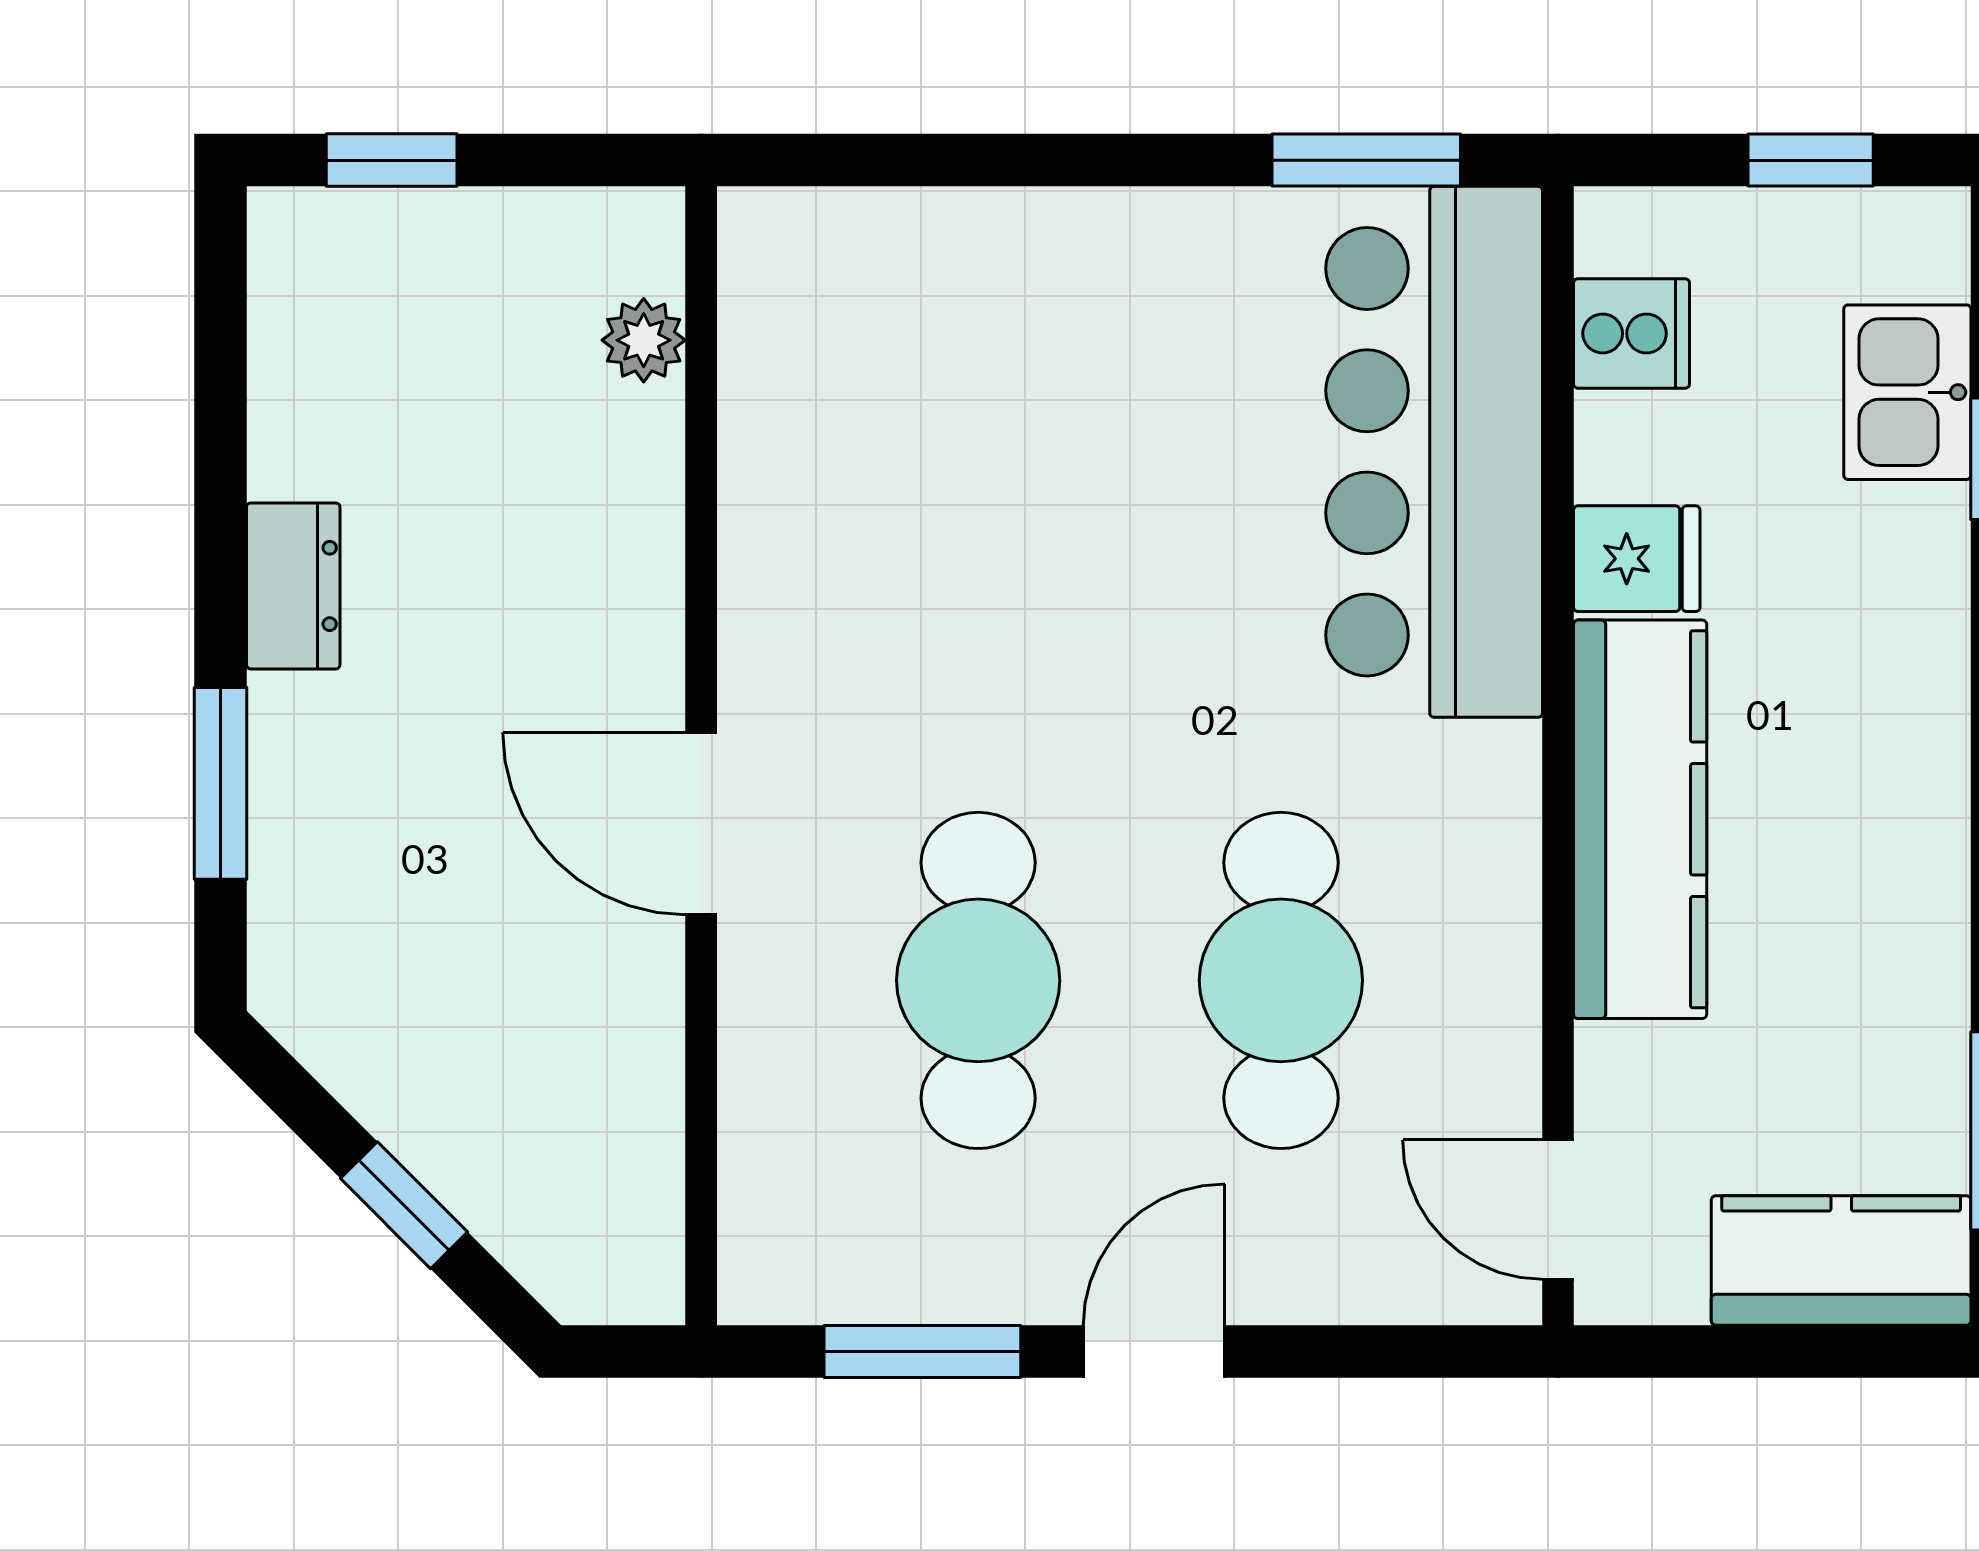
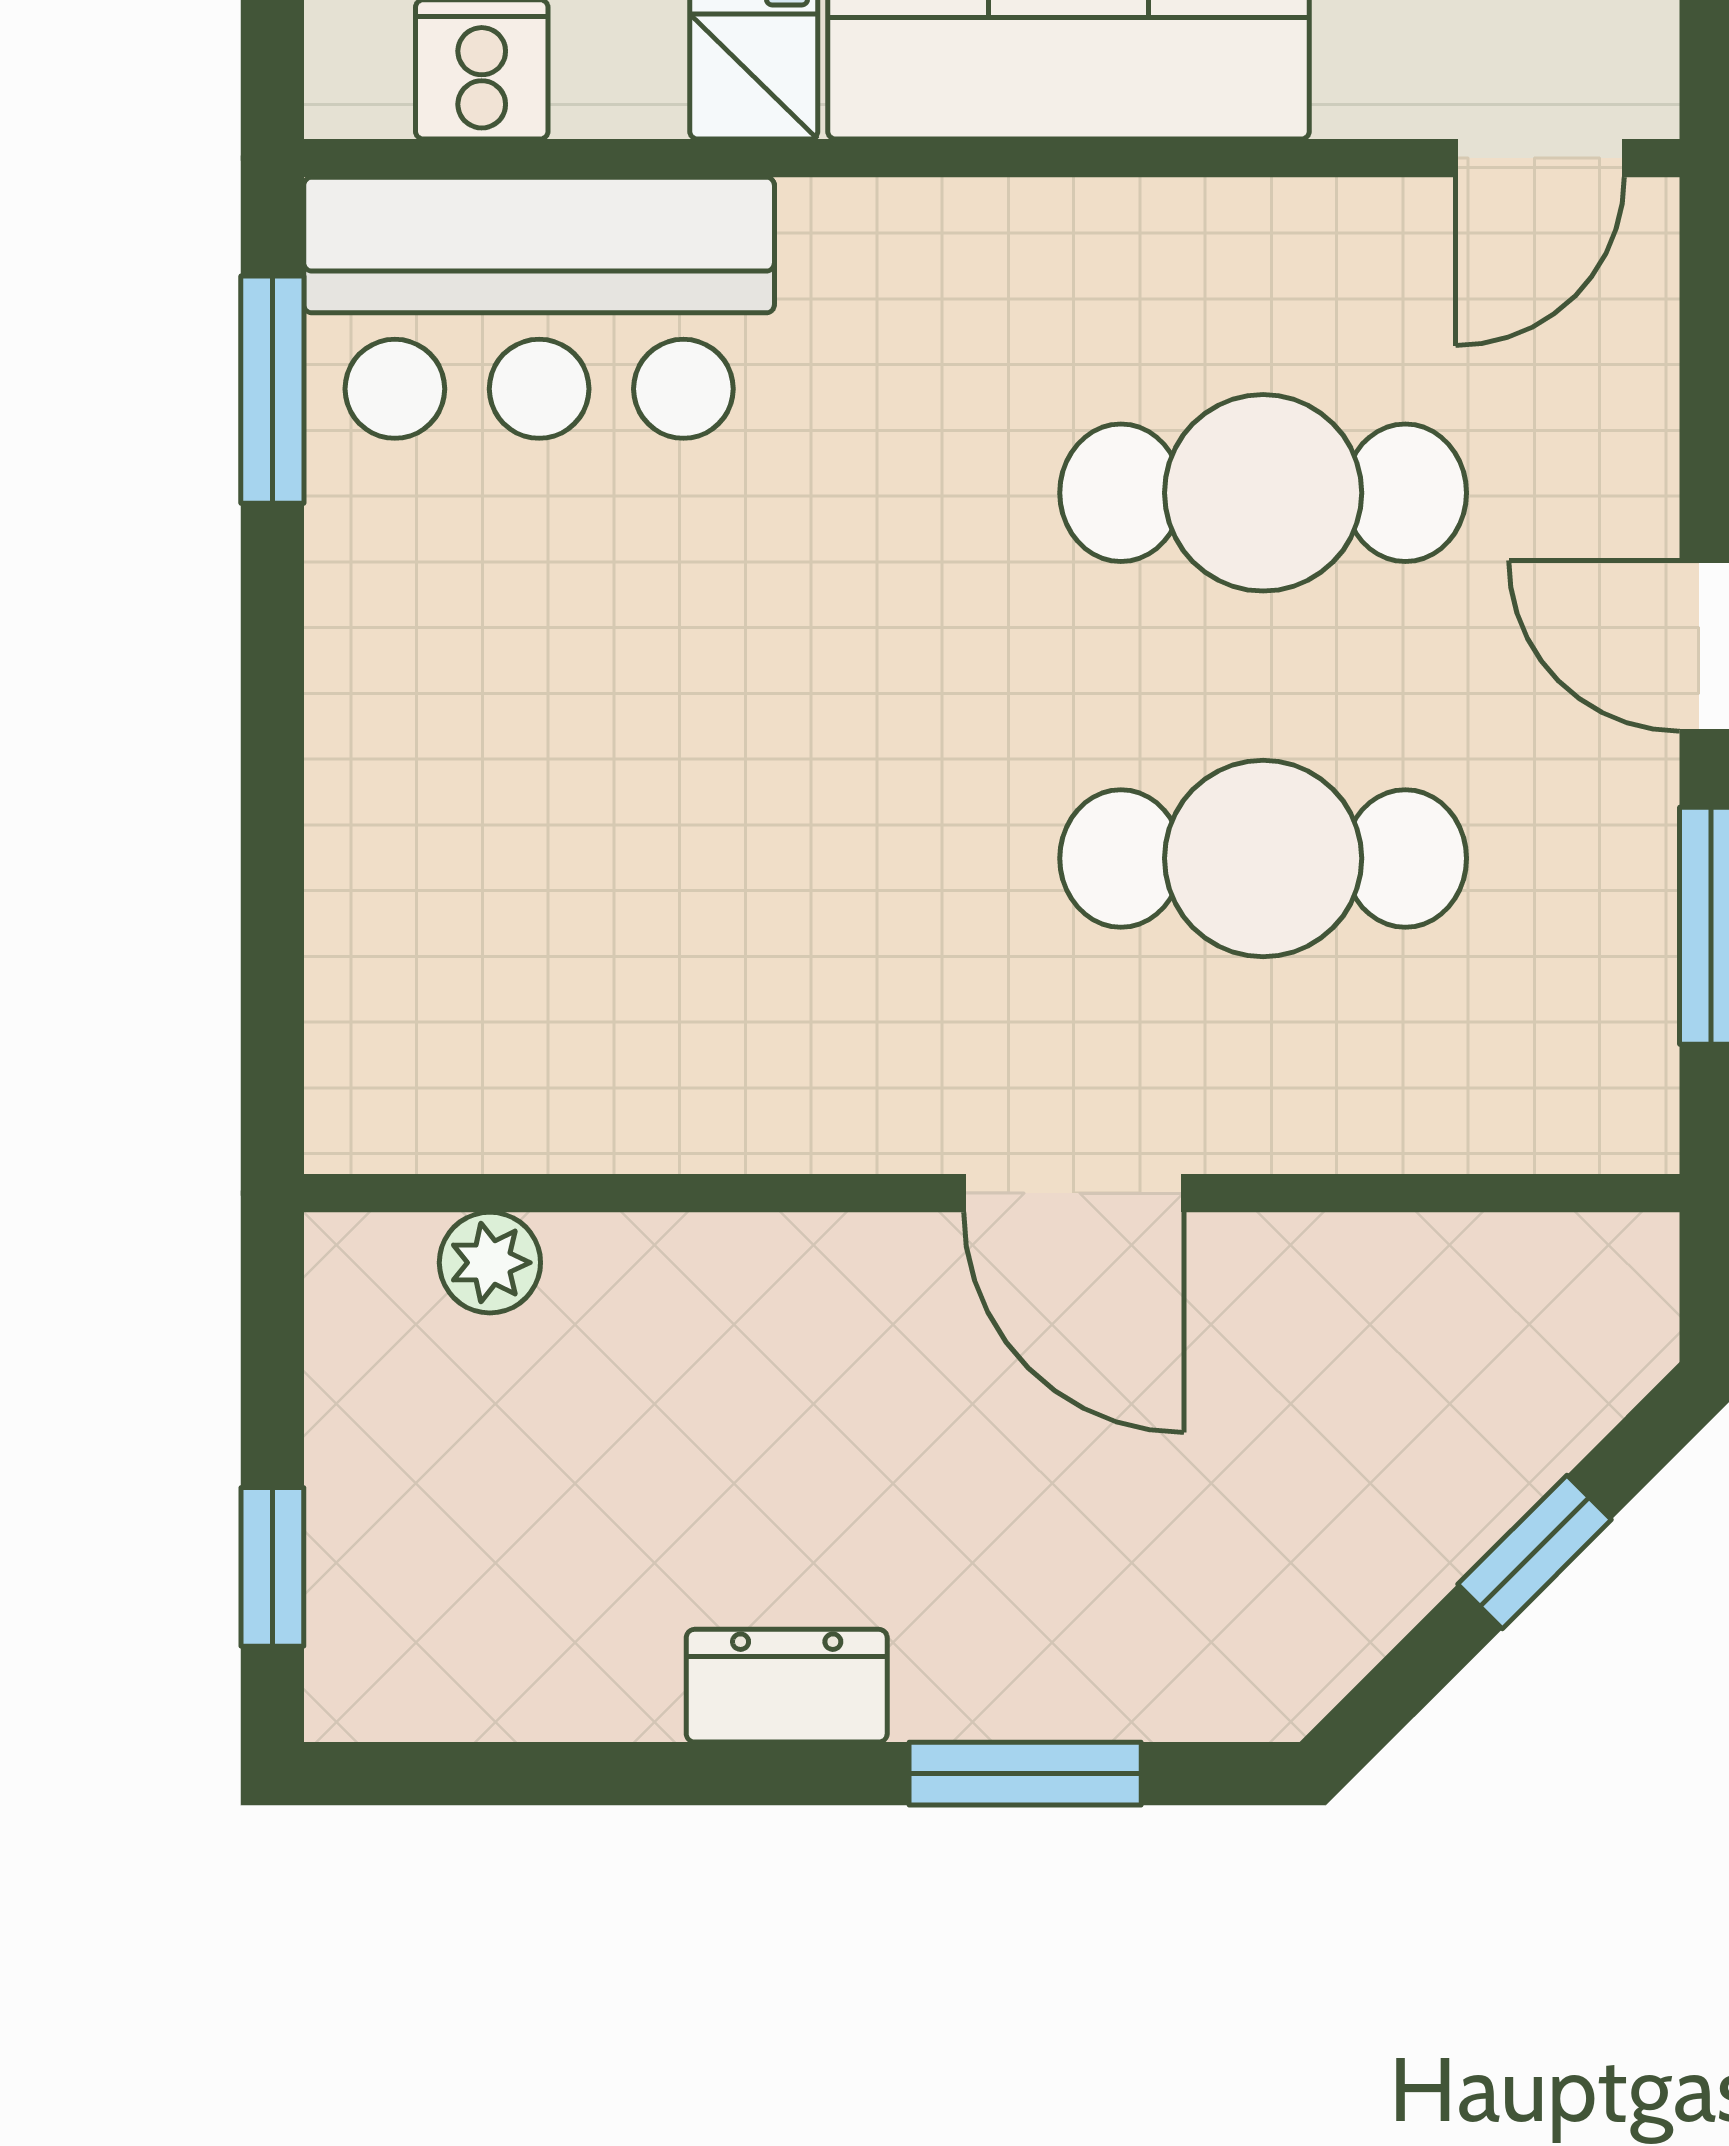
bar counter: (1434, 452) -> (539, 308), width x0.73
door: (701, 824) -> (1074, 1193), hinge flipped

